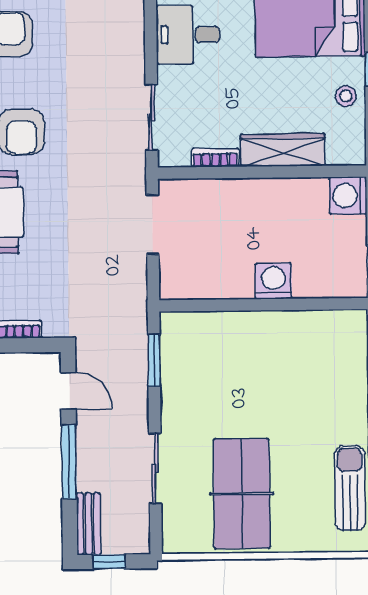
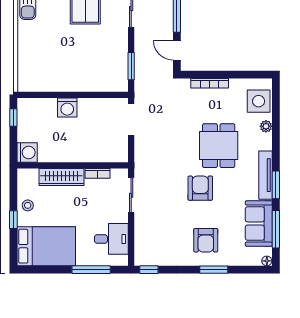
doorway: (153, 225) -> (131, 119), moved

